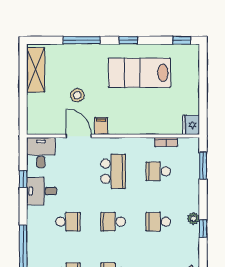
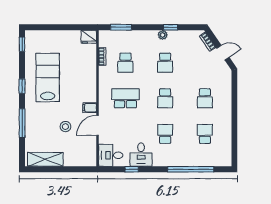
lab bench: (139, 73) -> (48, 77), turned 180

